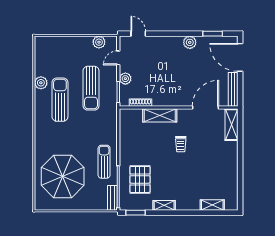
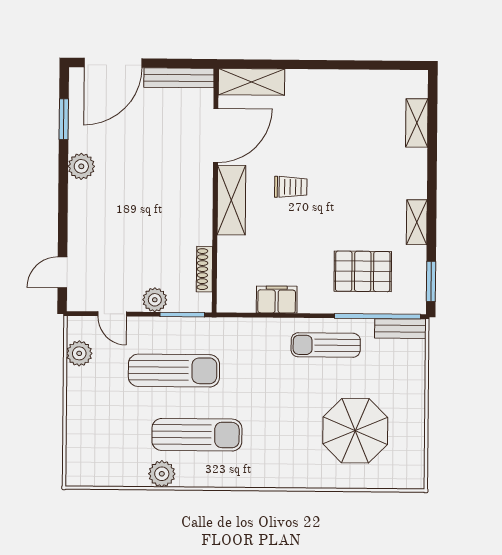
sun lounger: (60, 100) -> (197, 435), turned 180
door: (205, 107) -> (216, 135), swing flipped
shelving: (160, 115) -> (231, 200), moved
filing cabinet: (126, 138) -> (277, 300), added
parasol: (63, 176) -> (355, 431), width x0.73, depth x0.73

